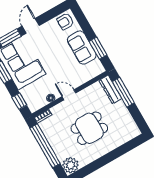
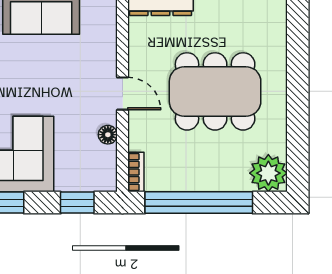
door: (69, 95) -> (123, 94), swing flipped
dining table: (89, 128) -> (215, 91), width x1.38

